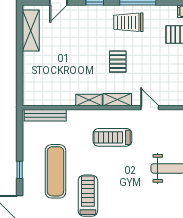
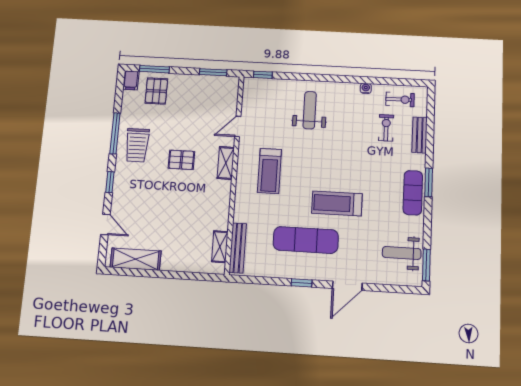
shelving: (89, 100) -> (220, 247), moved

